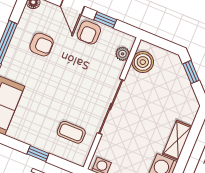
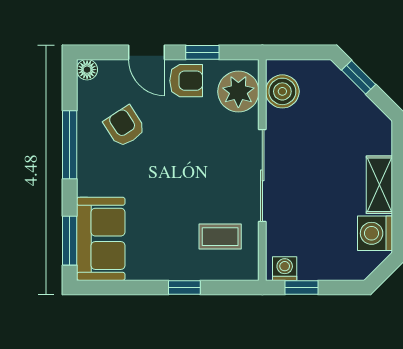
armchair: (89, 32) -> (186, 81), turned -90
armchair: (42, 45) -> (125, 126), turned -123
plant: (123, 54) -> (238, 92), width x1.88, depth x1.88

